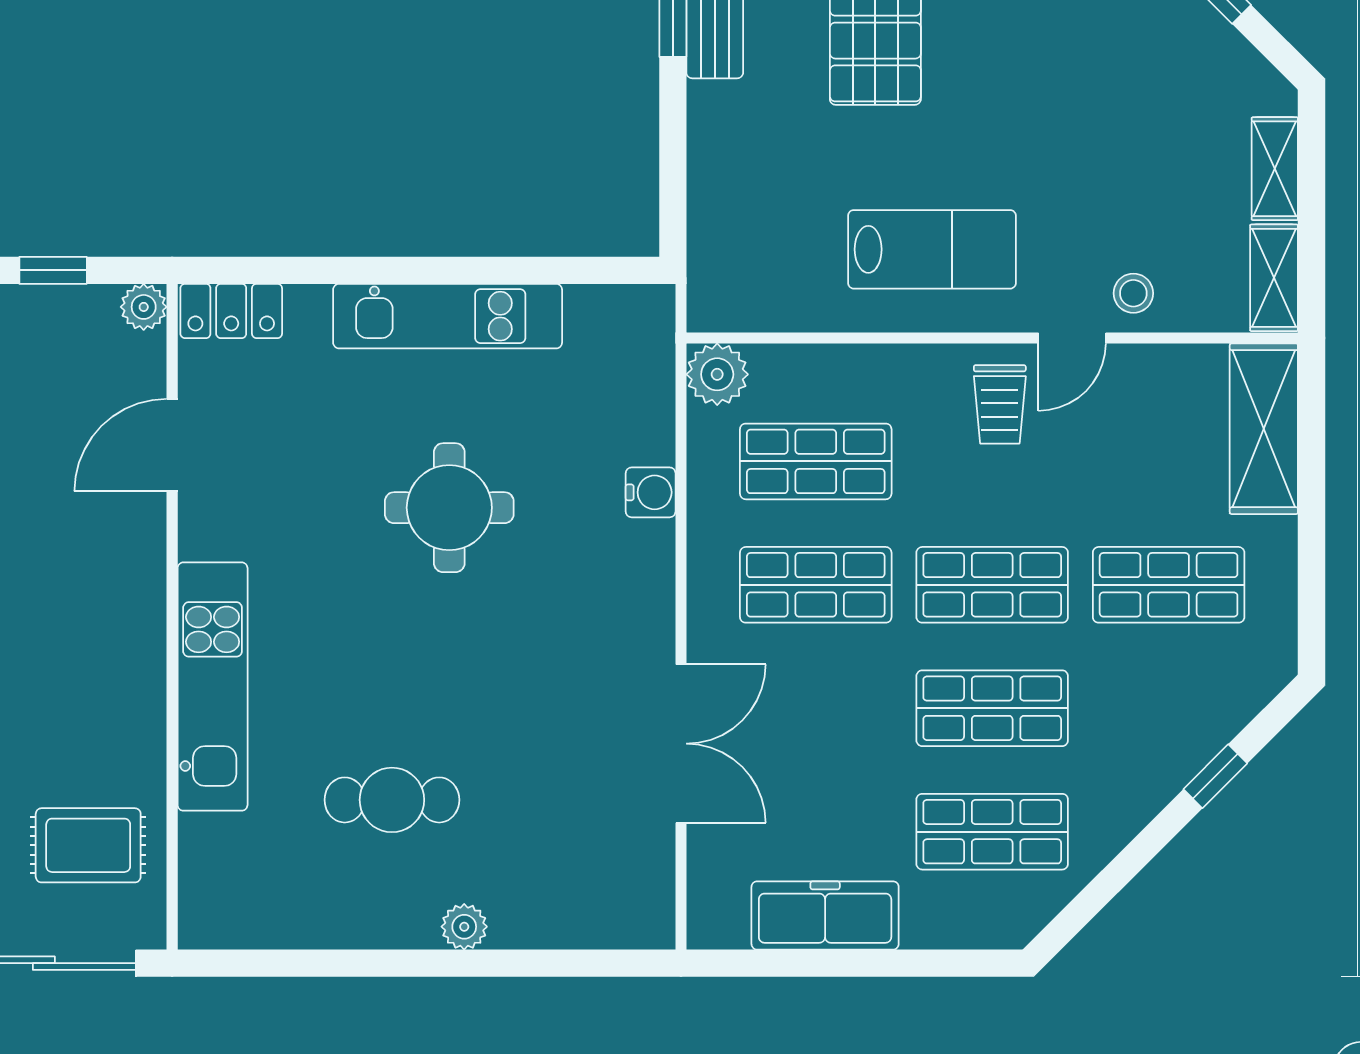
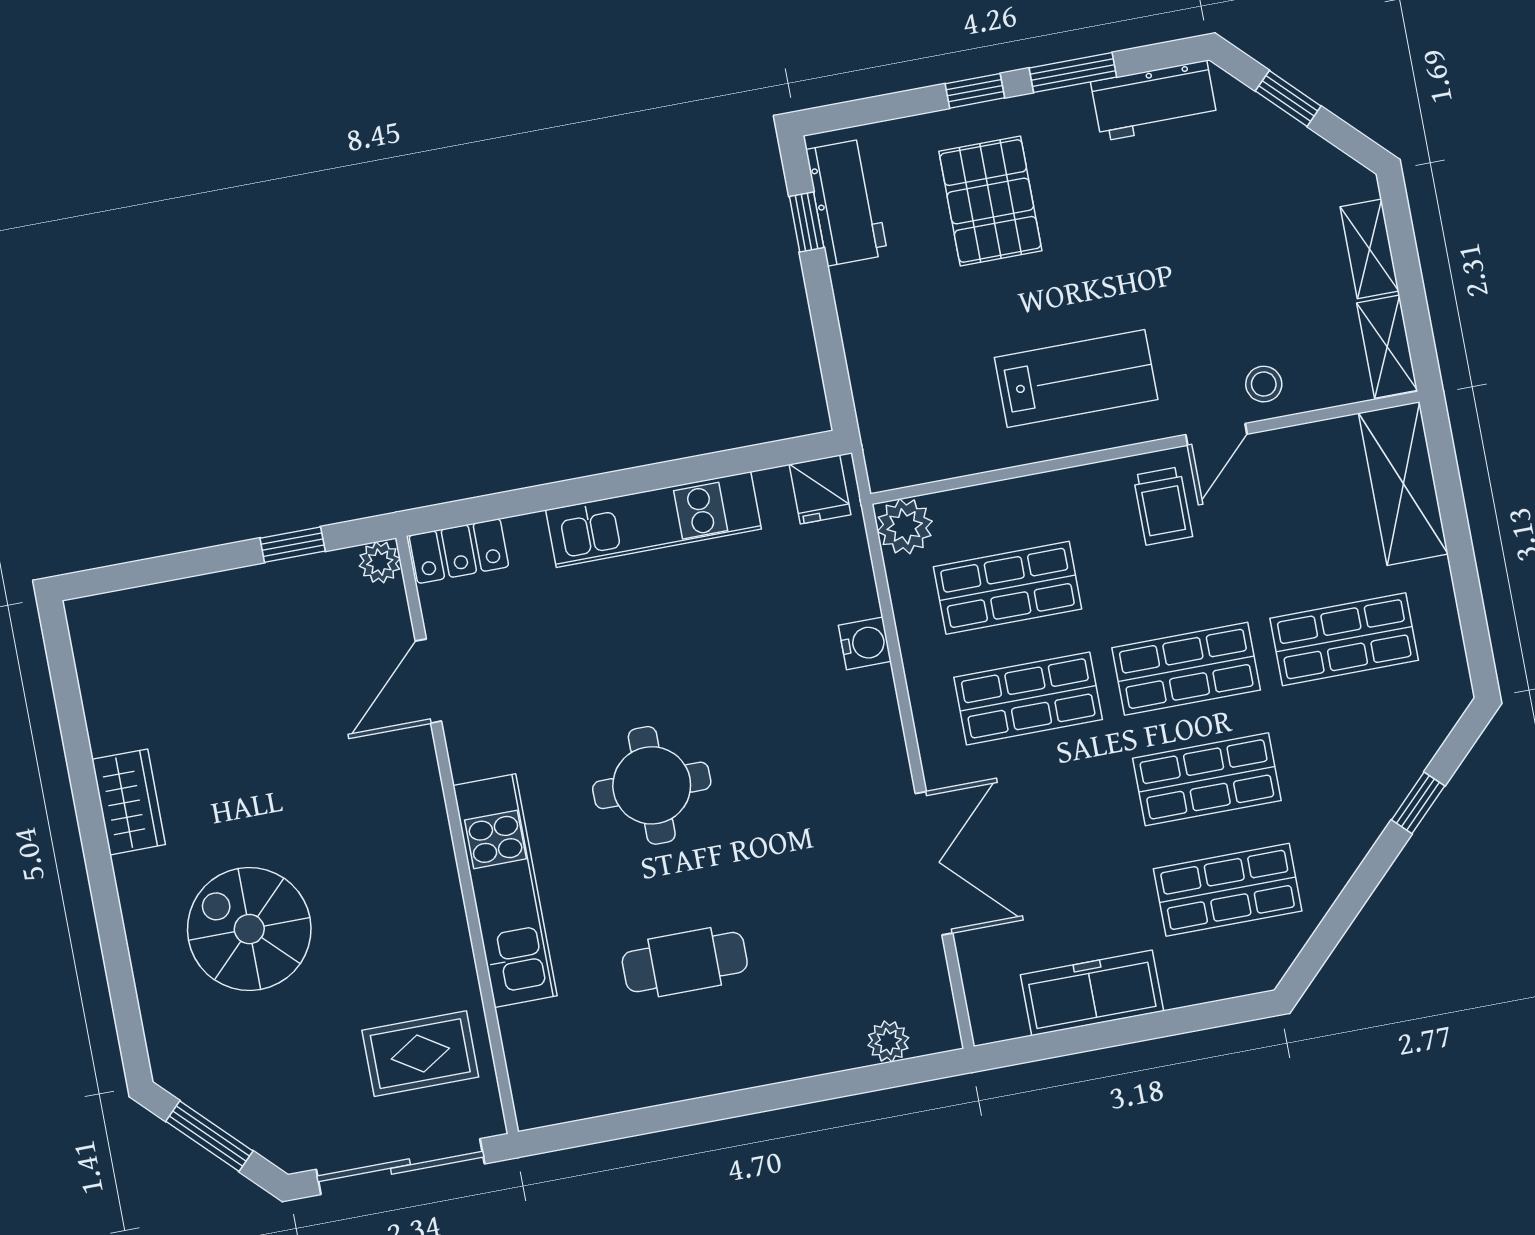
fridge: (633, 317) -> (820, 489), added
round table: (449, 508) -> (652, 785), moved
plant: (464, 927) -> (888, 1041), moved

